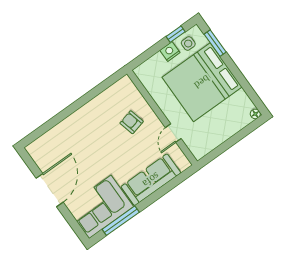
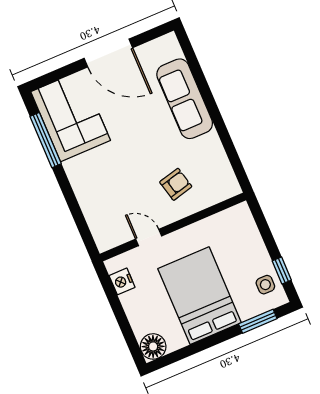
nightstand: (170, 51) -> (122, 281), moved, turned 180
bed: (202, 82) -> (200, 296), width x0.73
floor lamp: (255, 114) -> (153, 346), width x1.89, depth x1.89
sofa: (151, 180) -> (185, 99), moved, turned 180

